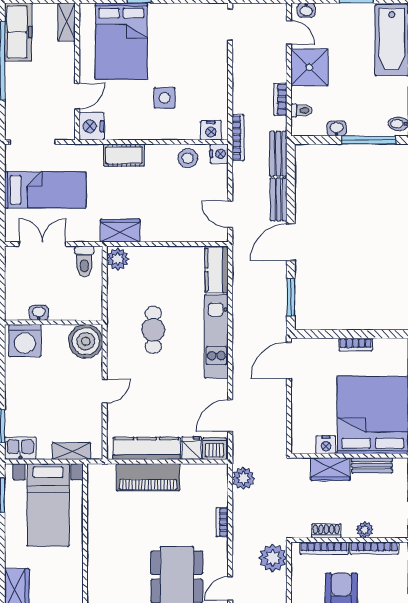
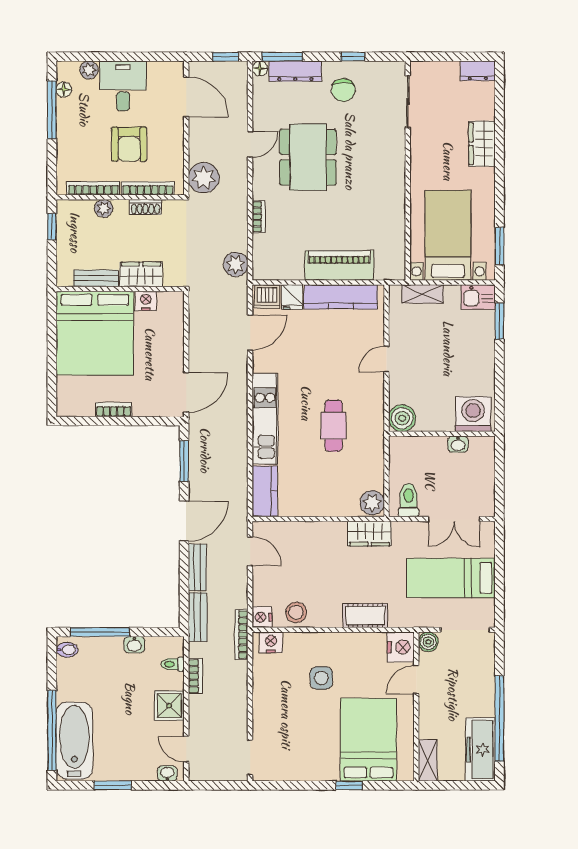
shower: (309, 67) -> (169, 706), width x0.73, depth x0.73
boiler: (66, 131) -> (428, 642), added
boiler: (86, 341) -> (402, 418), width x0.73, depth x0.73

